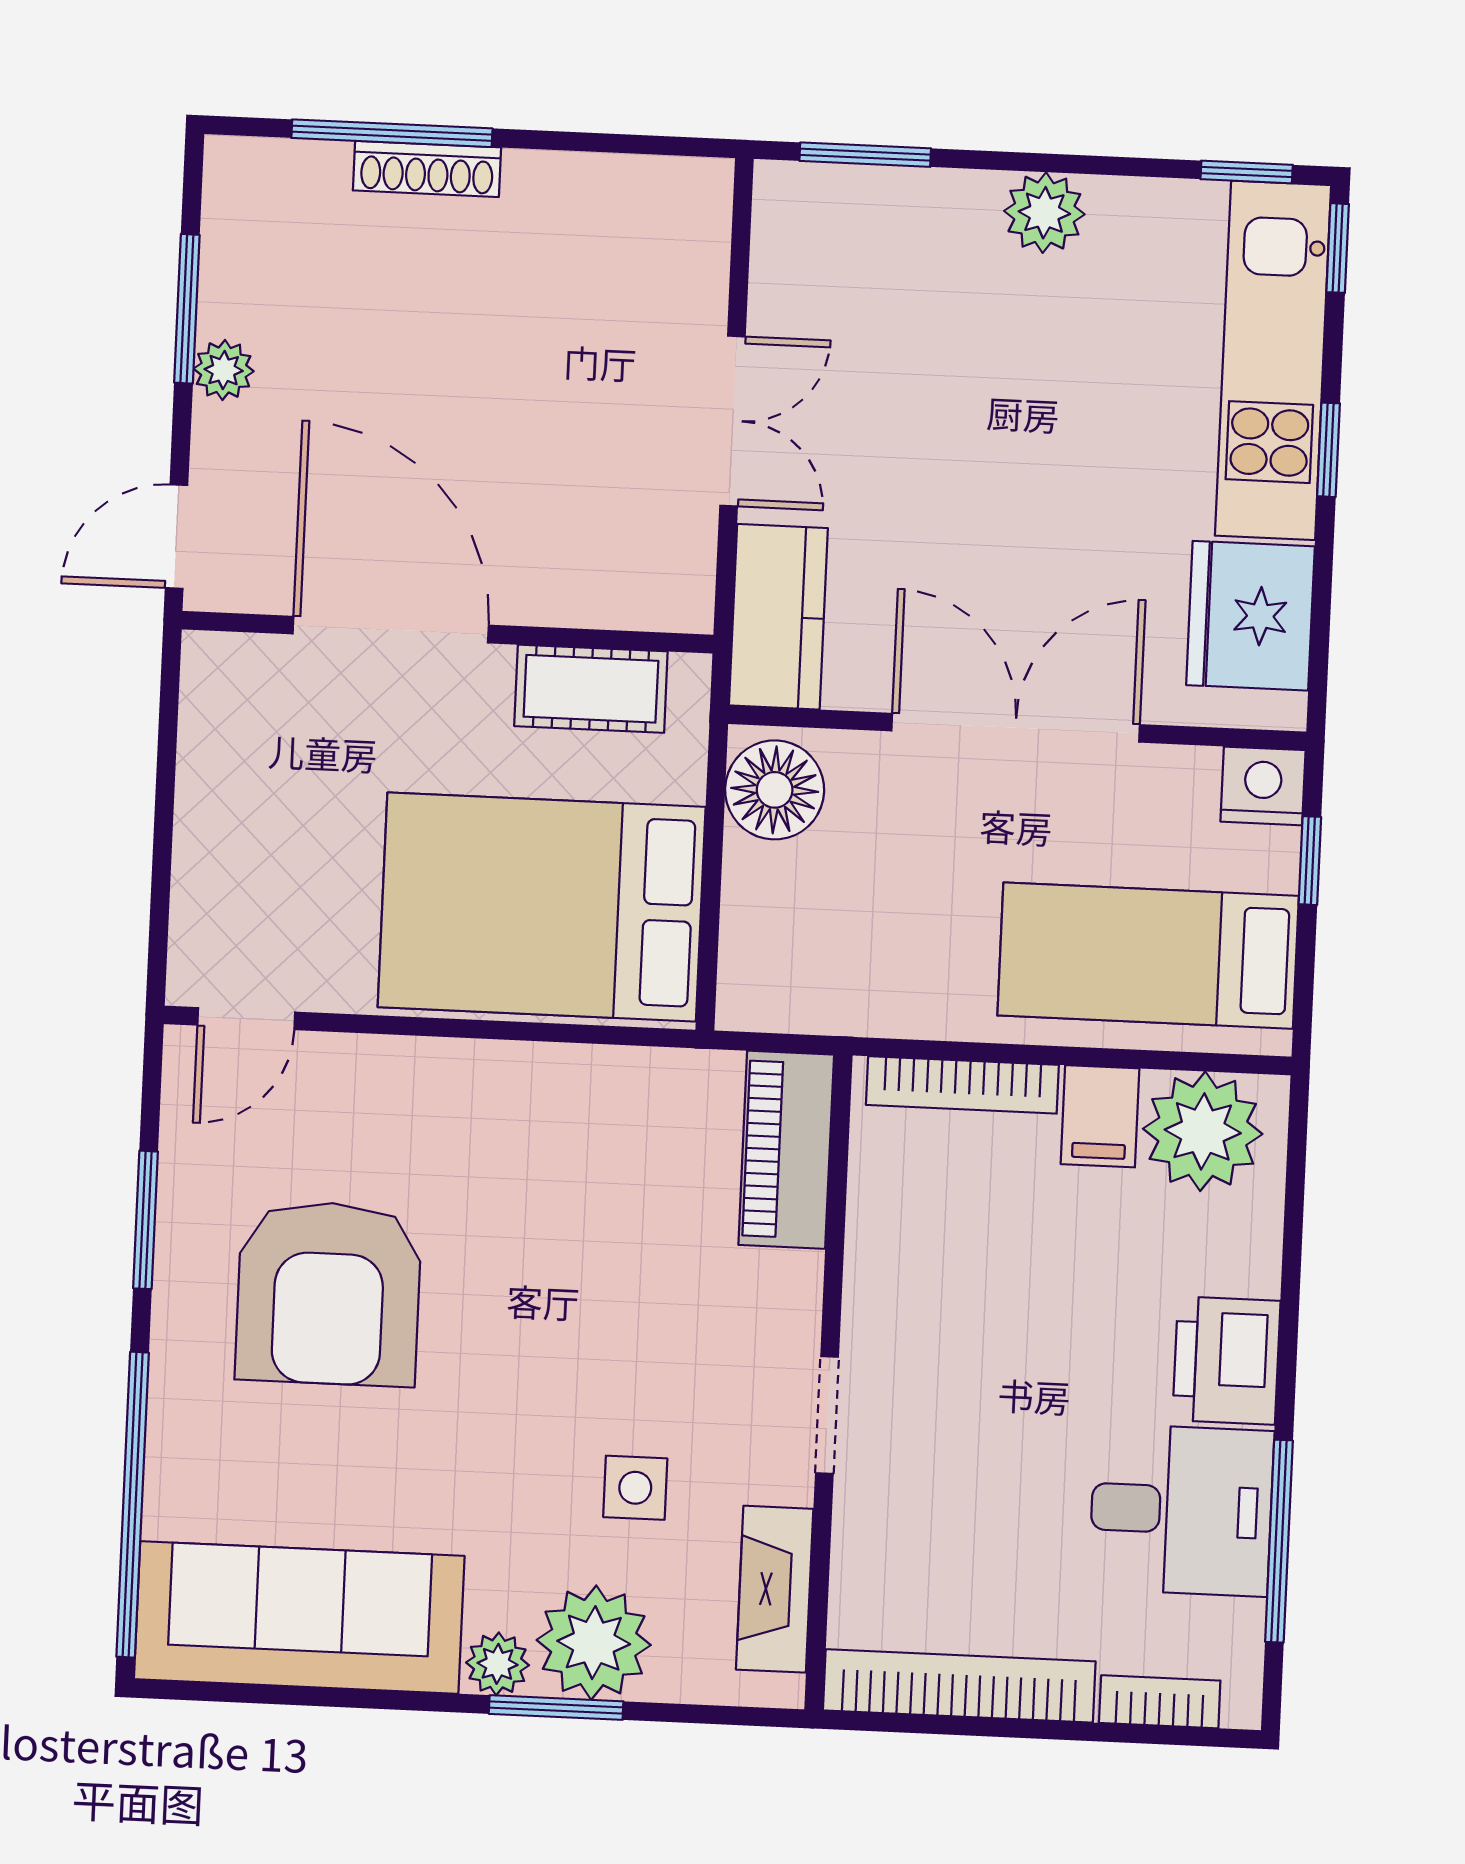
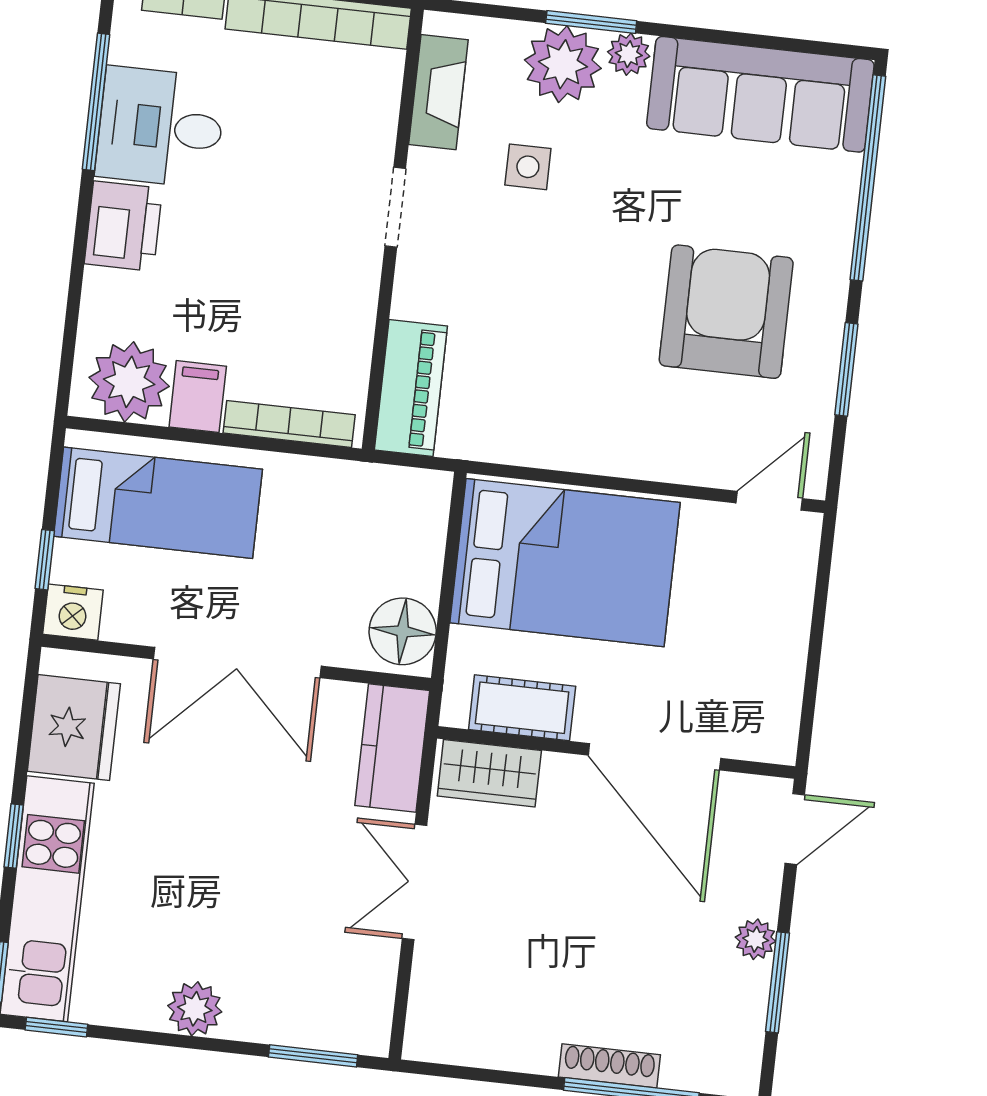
wardrobe: (633, 589) -> (489, 773), added

